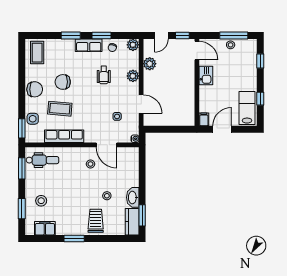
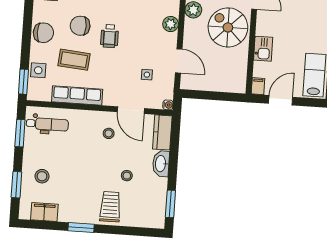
wheelchair: (104, 75) -> (110, 36), moved
kitchen sink: (206, 75) -> (263, 49), moved
spiral stairs: (177, 76) -> (228, 27), added
washbasin: (133, 197) -> (161, 164), moved
kitchen counter: (132, 222) -> (162, 132), moved

